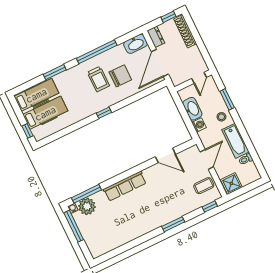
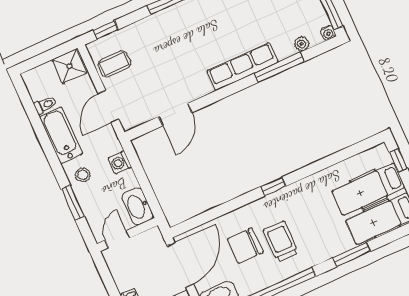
washbasin: (192, 109) -> (137, 206), moved
door: (165, 155) -> (175, 115), swing flipped
window: (86, 194) -> (279, 67), moved
plant: (87, 206) -> (302, 44), width x0.53, depth x0.53

